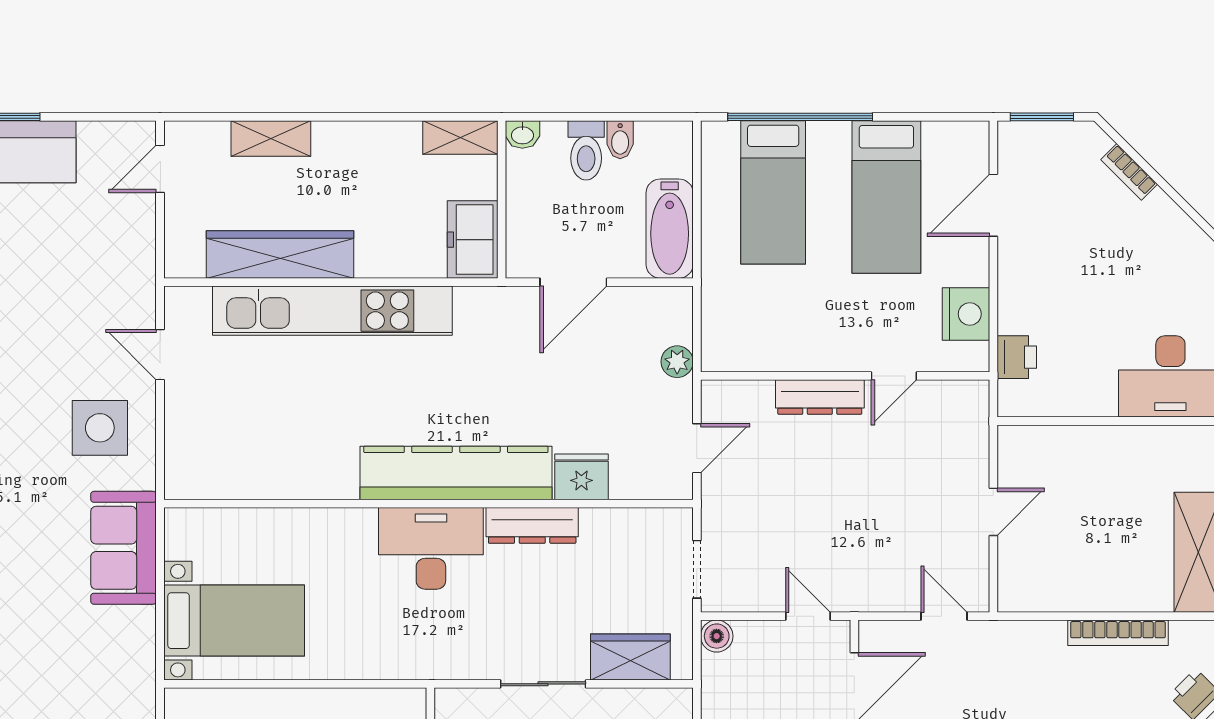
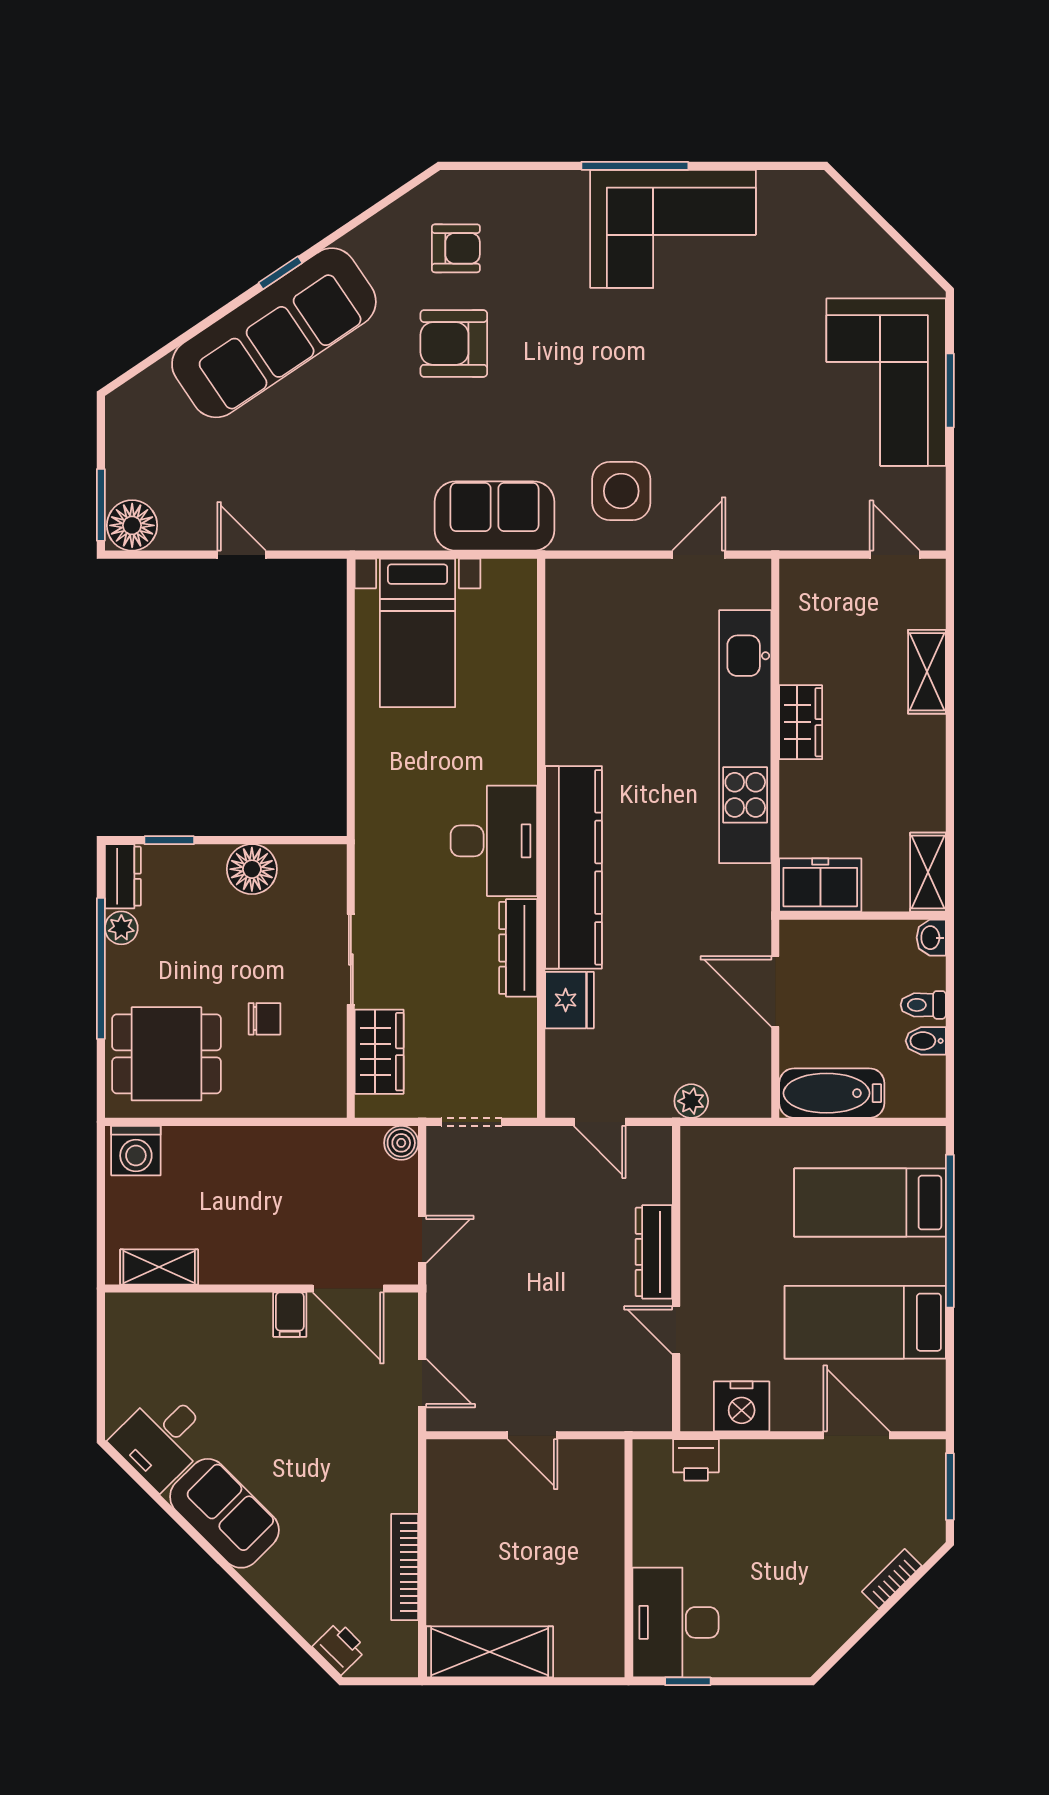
toilet: (586, 150) -> (923, 1005), width x0.73, depth x0.72
wardrobe: (280, 255) -> (801, 722), width x0.48, depth x0.85
door: (944, 616) -> (422, 1383), hinge flipped

